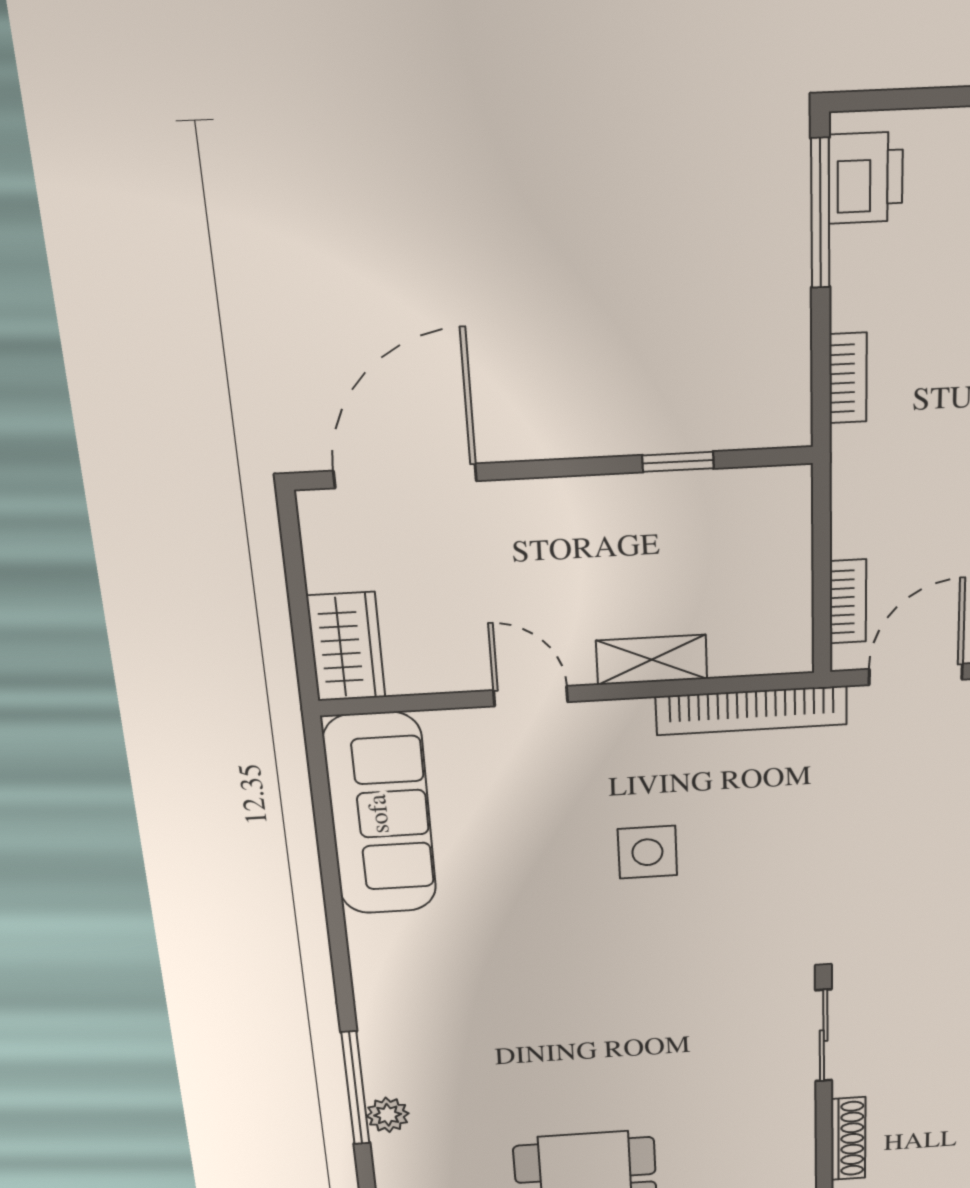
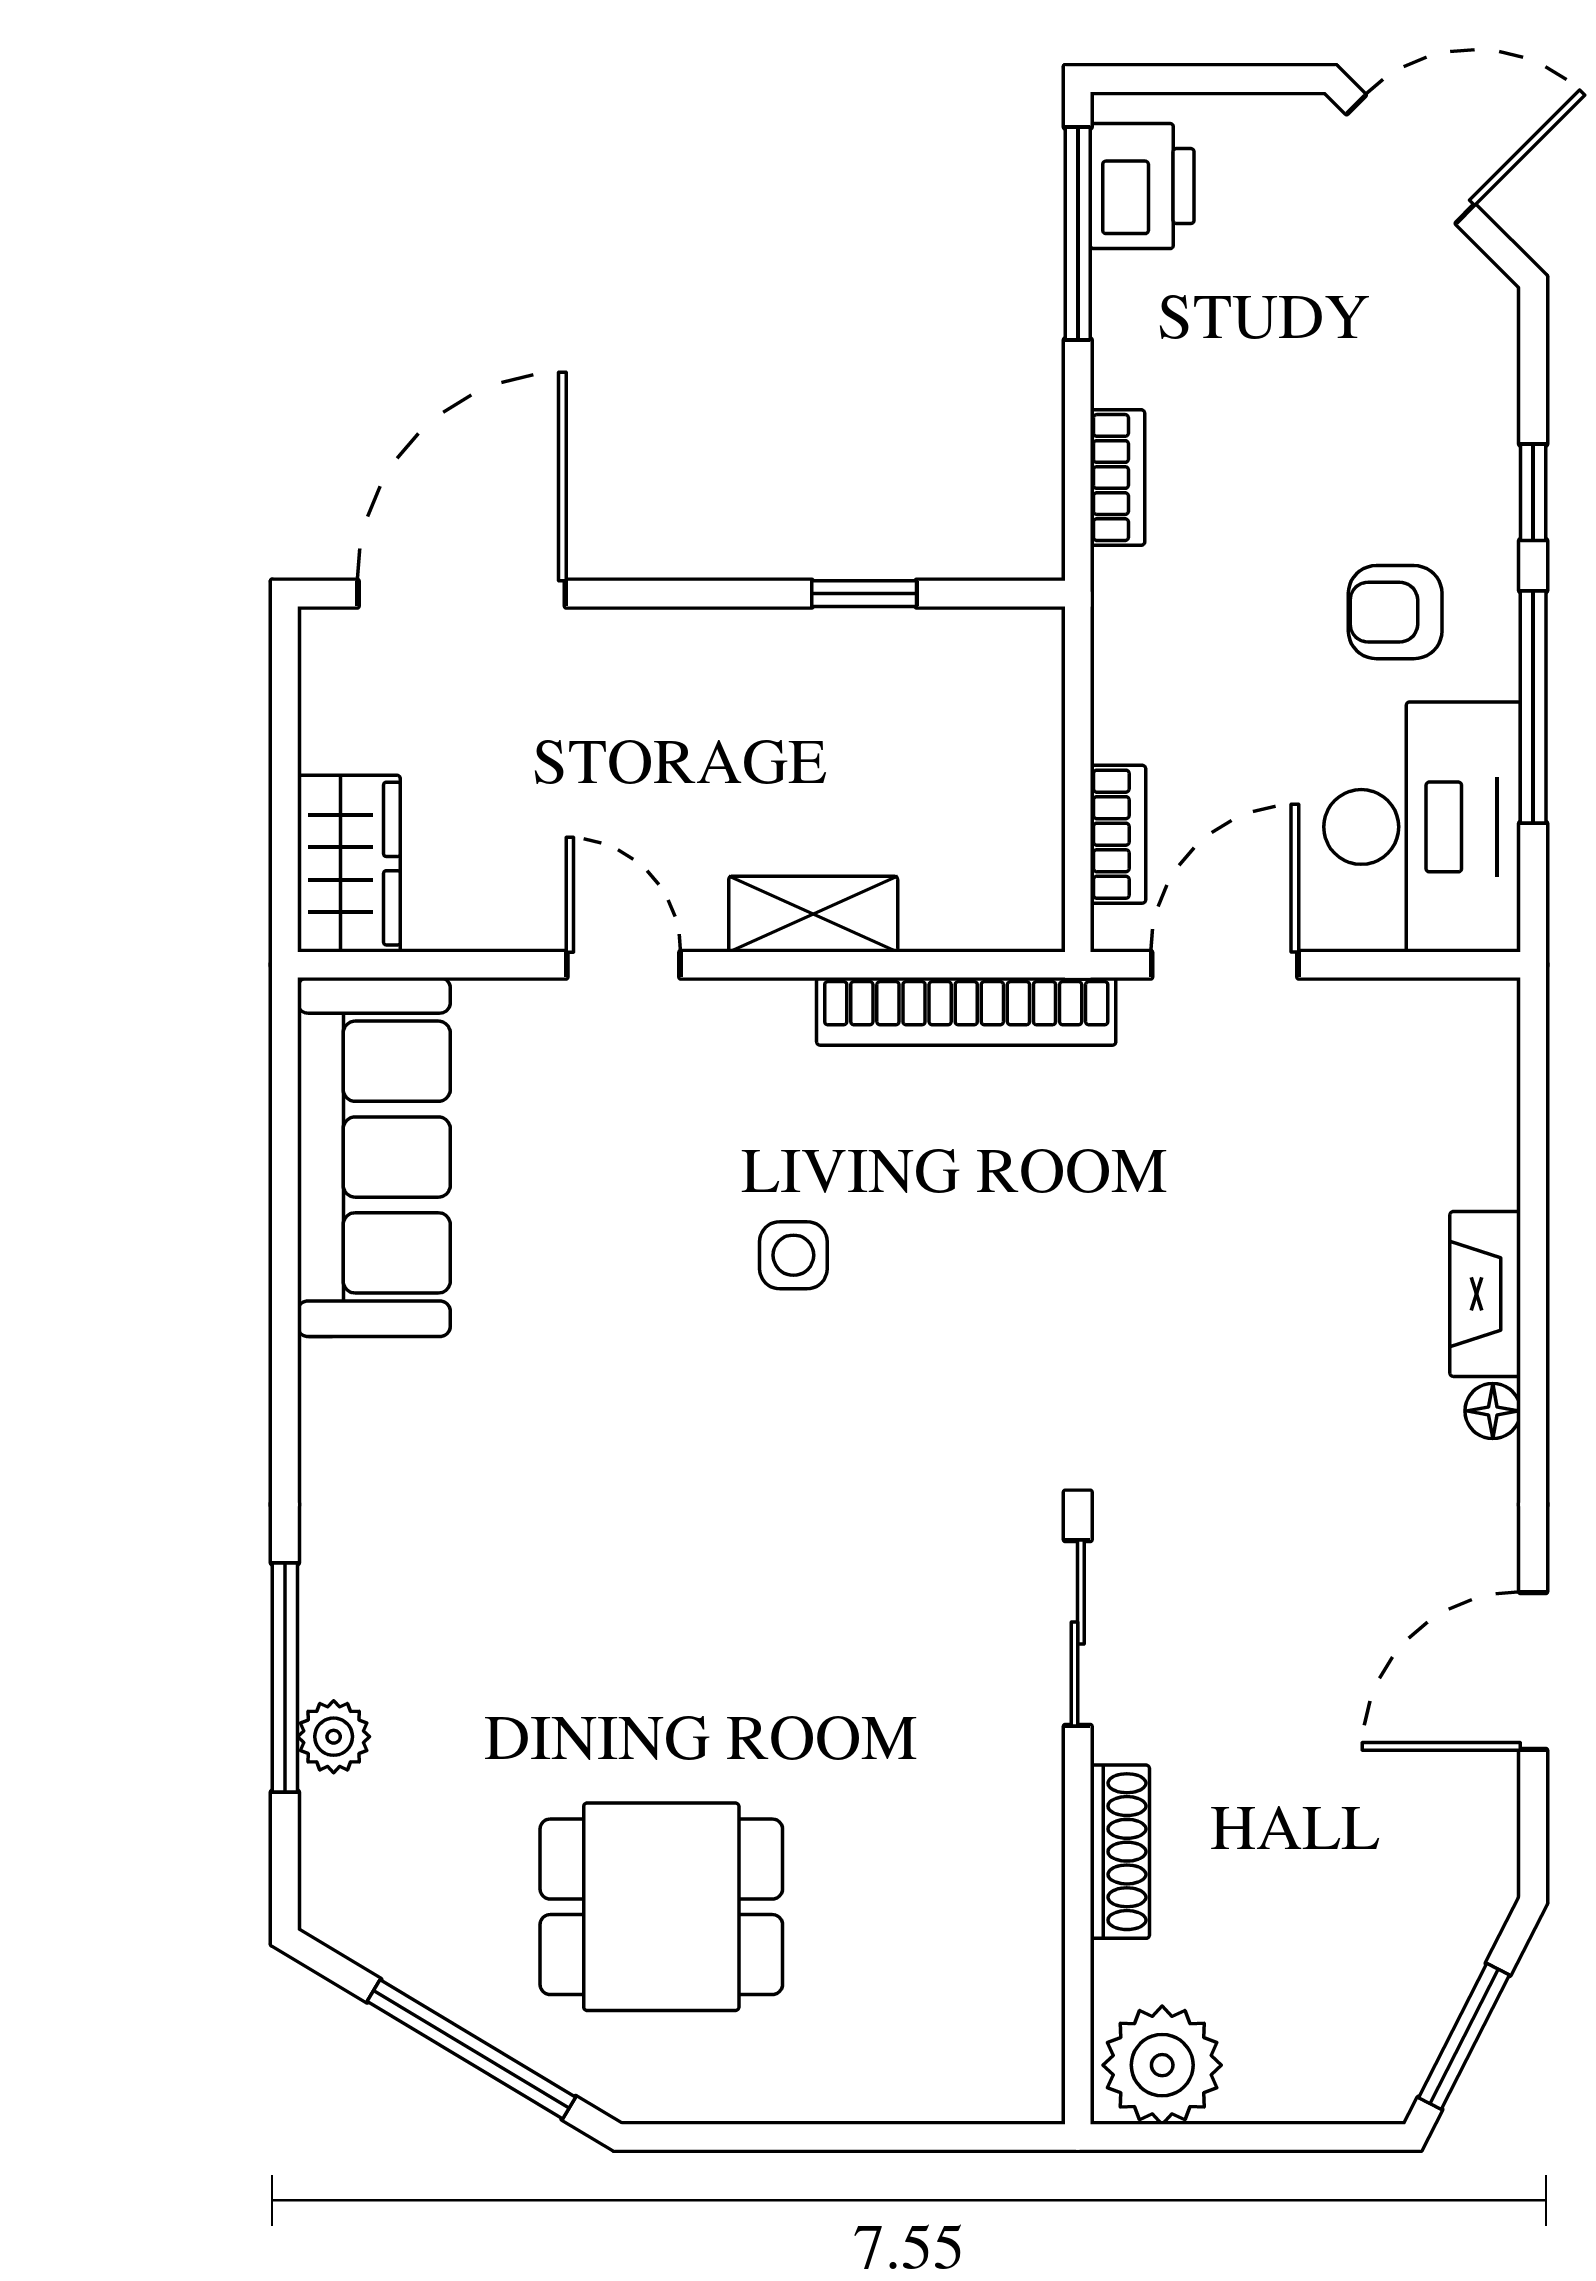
side table: (647, 852) -> (793, 1255), width x0.73, depth x0.73

